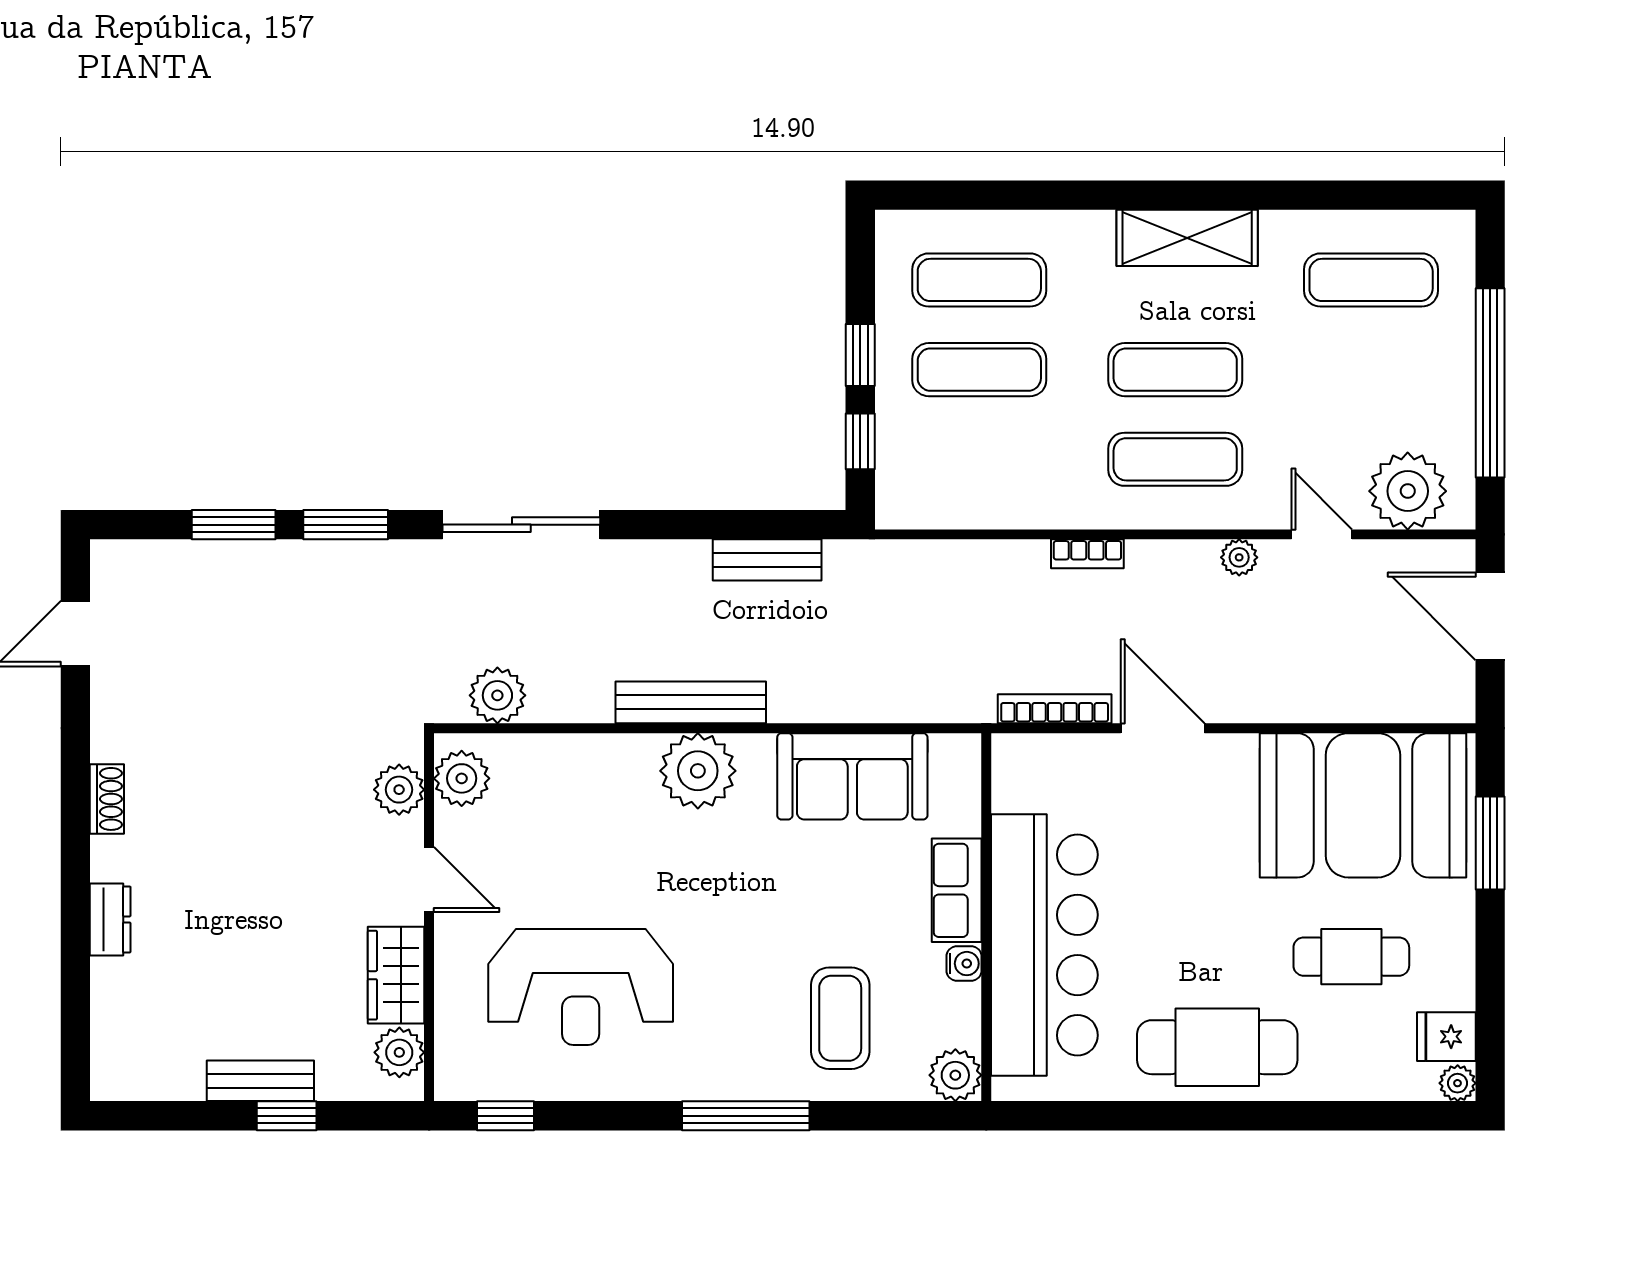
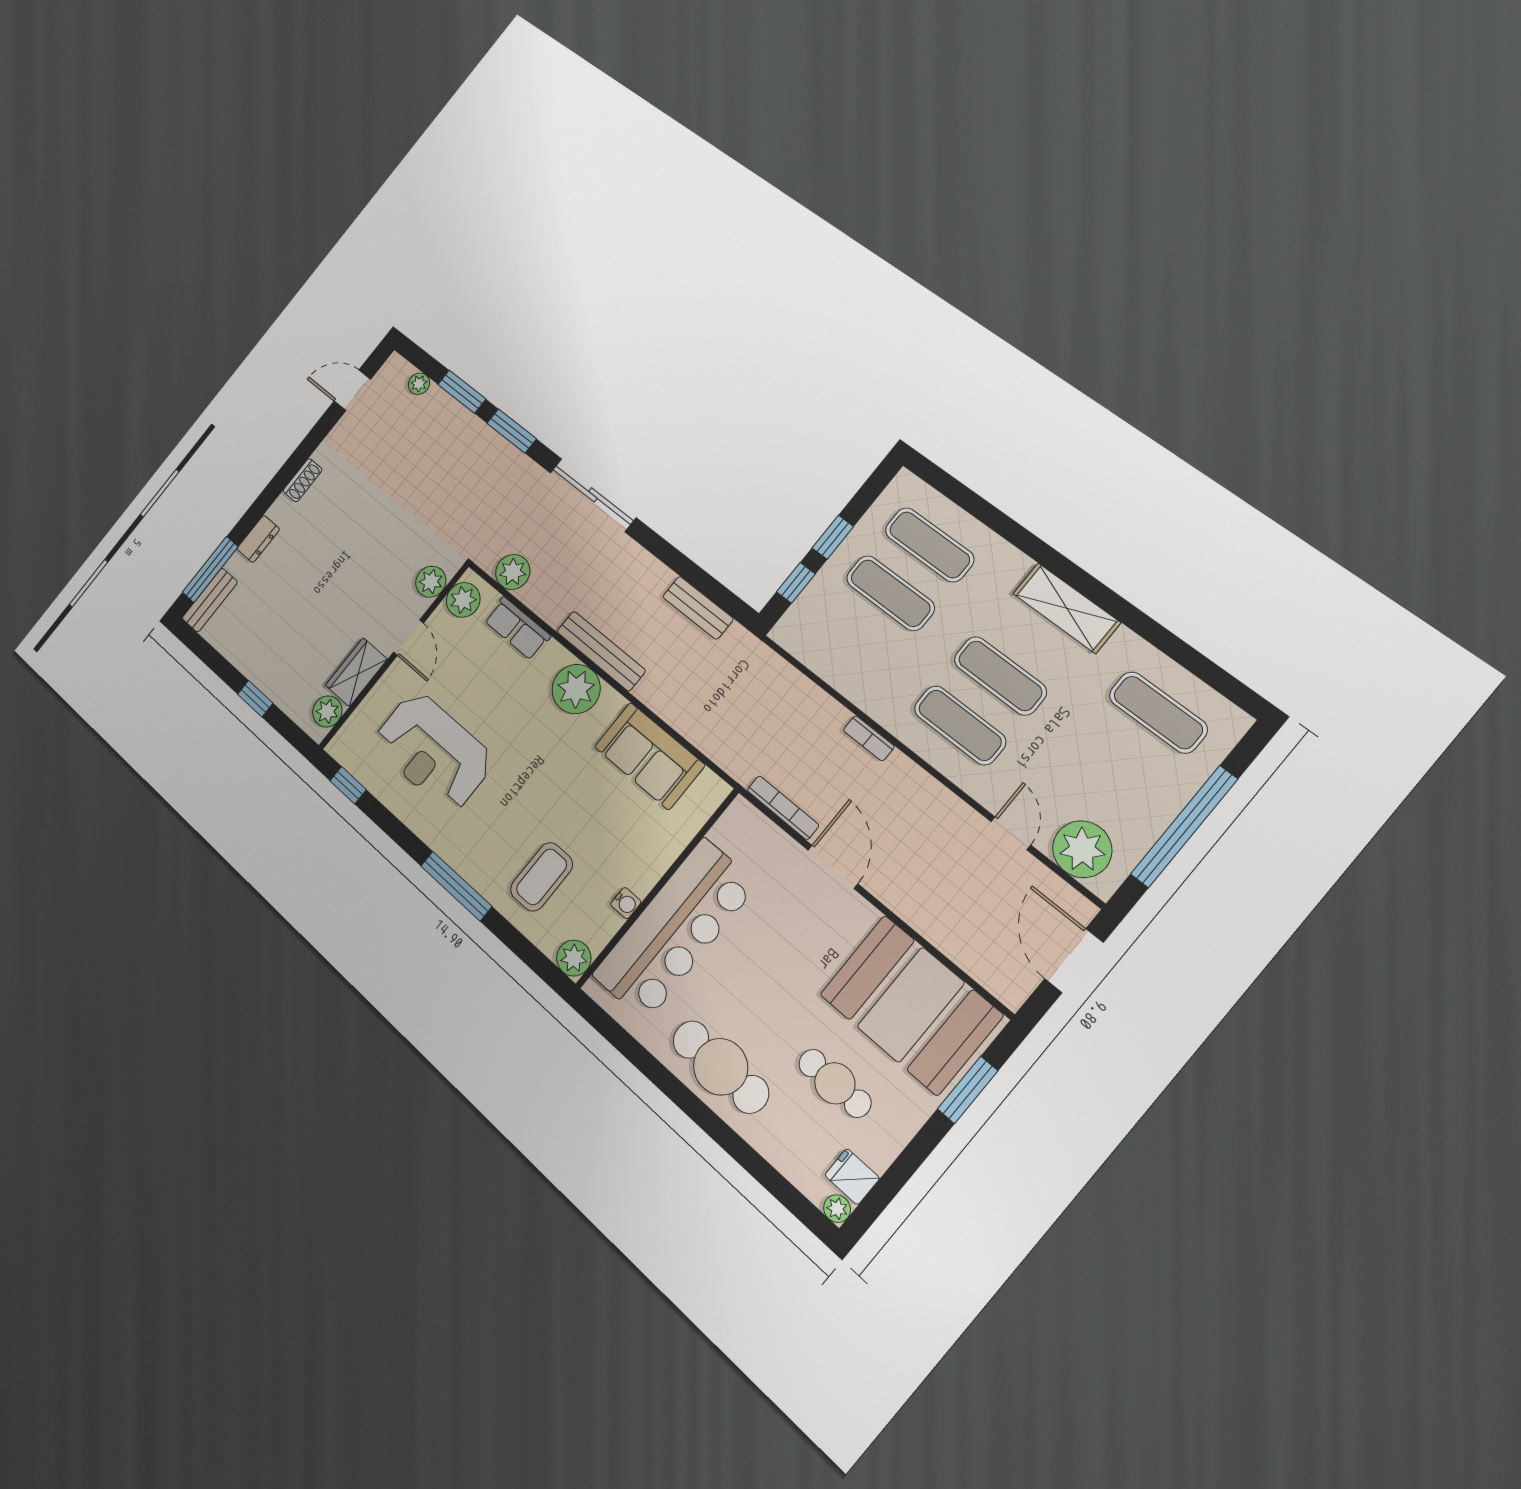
plant: (1239, 557) -> (419, 384), moved
row of seats: (957, 890) -> (517, 628), moved, turned -90
window: (75, 1010) -> (210, 569), added
bench: (260, 1081) -> (210, 600), moved, turned 90

